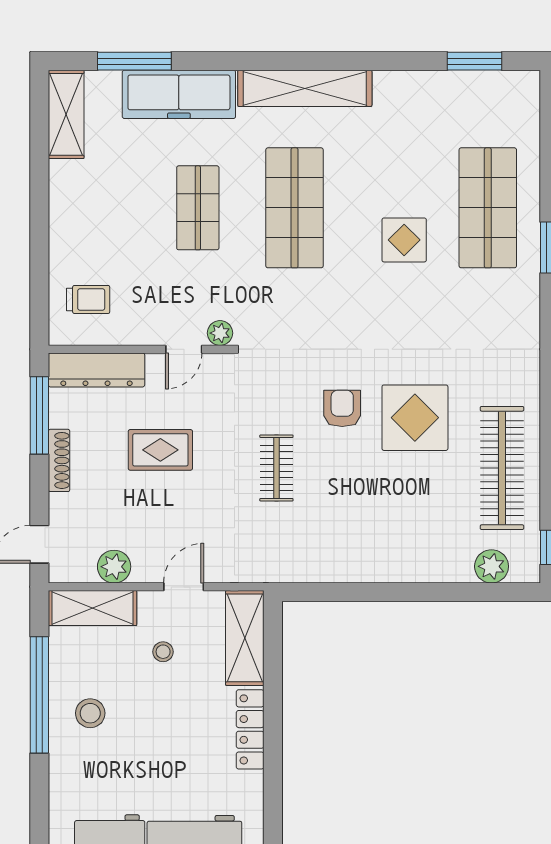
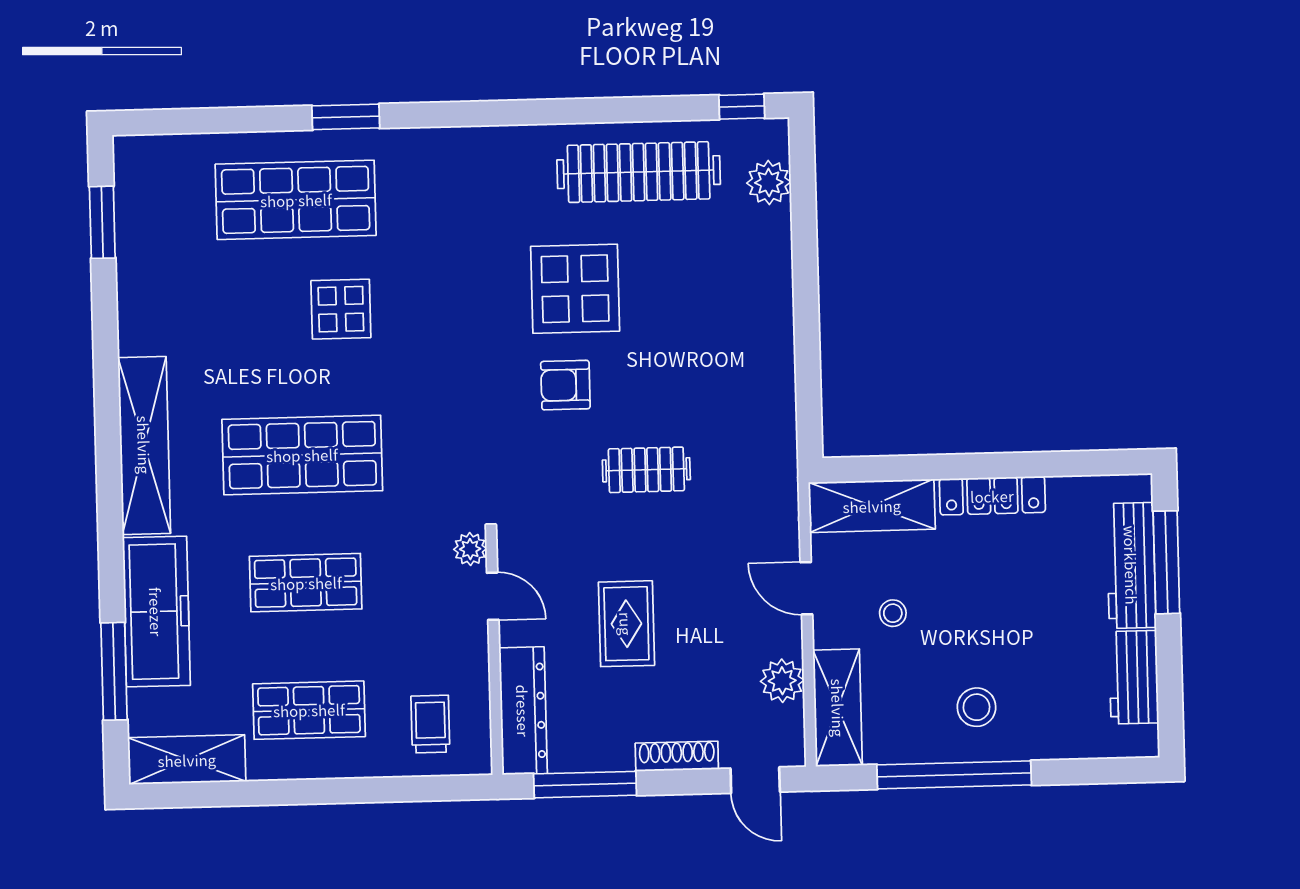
shop shelf: (101, 208) -> (309, 710), added
shoe rack: (59, 460) -> (677, 756), moved

